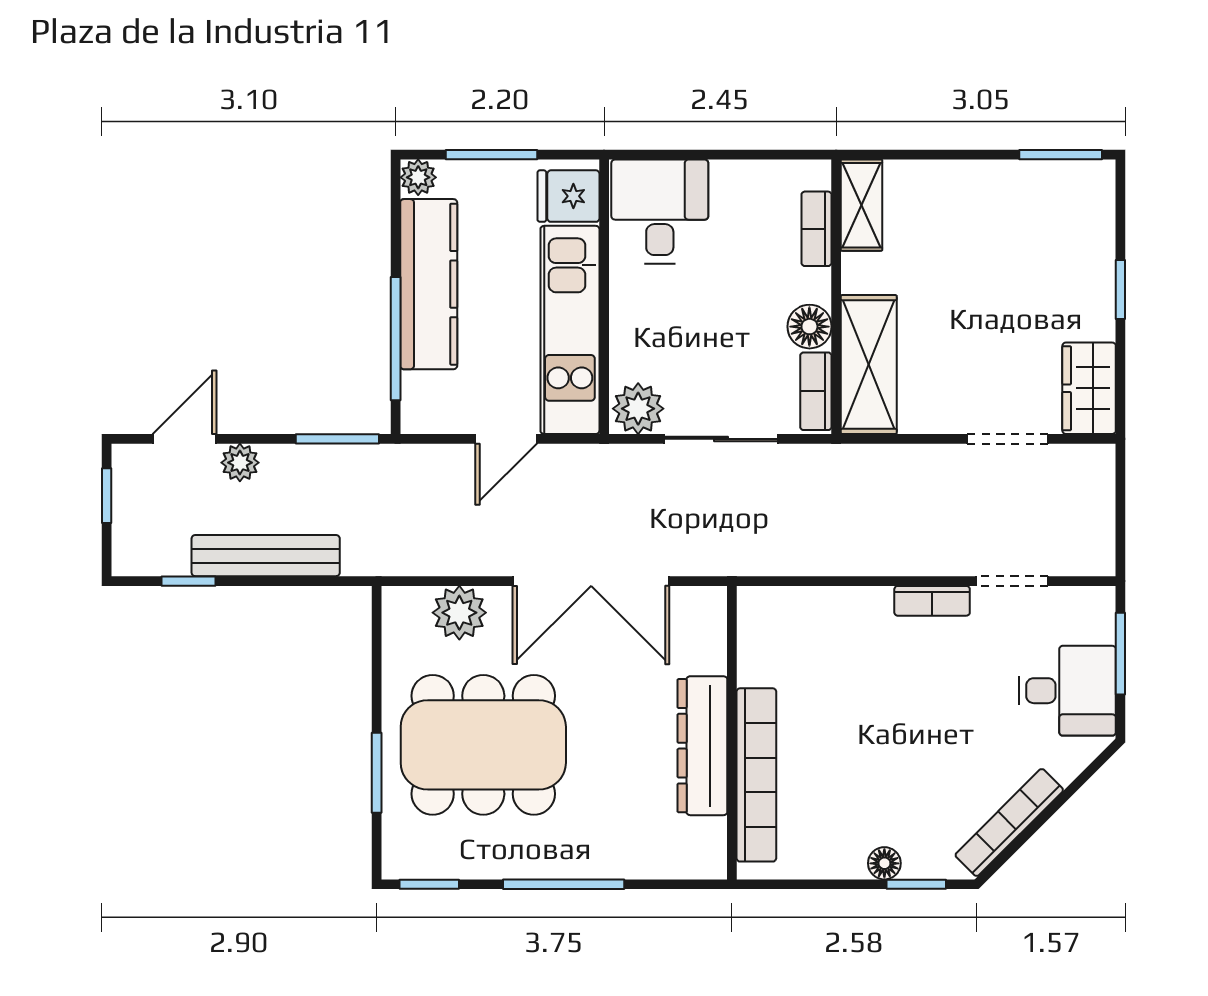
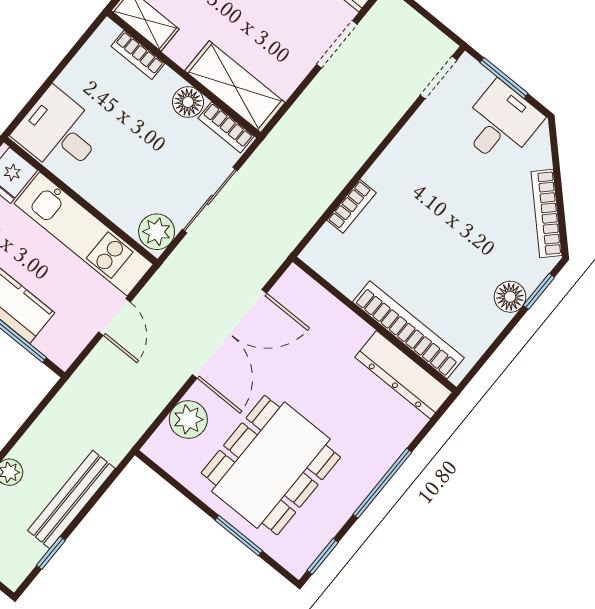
window: (337, 439) -> (40, 409), removed
doorway: (1012, 581) -> (439, 78), moved
bookcase: (932, 601) -> (351, 206), moved
dresser: (702, 746) -> (404, 375), moved
floor lamp: (884, 863) -> (510, 297), width x1.37, depth x1.37

